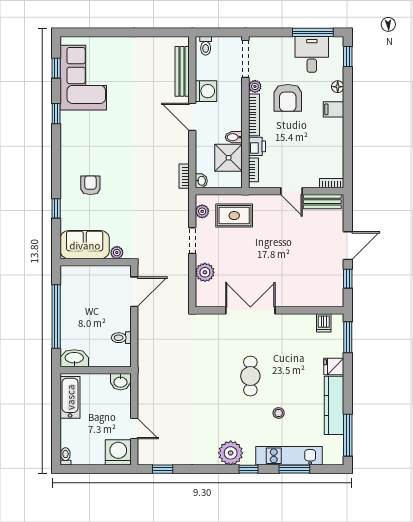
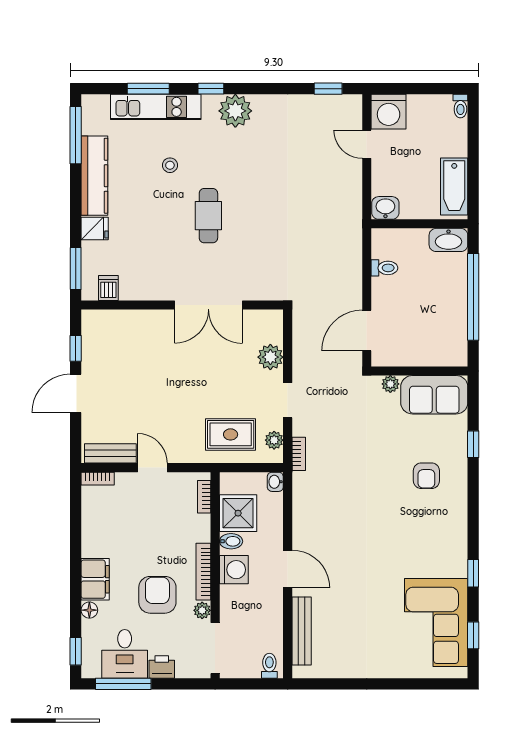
washing machine: (206, 91) -> (234, 570), moved, turned 180
filing cabinet: (334, 109) -> (95, 579), width x2.00
printer: (257, 146) -> (162, 667), moved, turned 90
bookcase: (184, 176) -> (299, 454), moved

